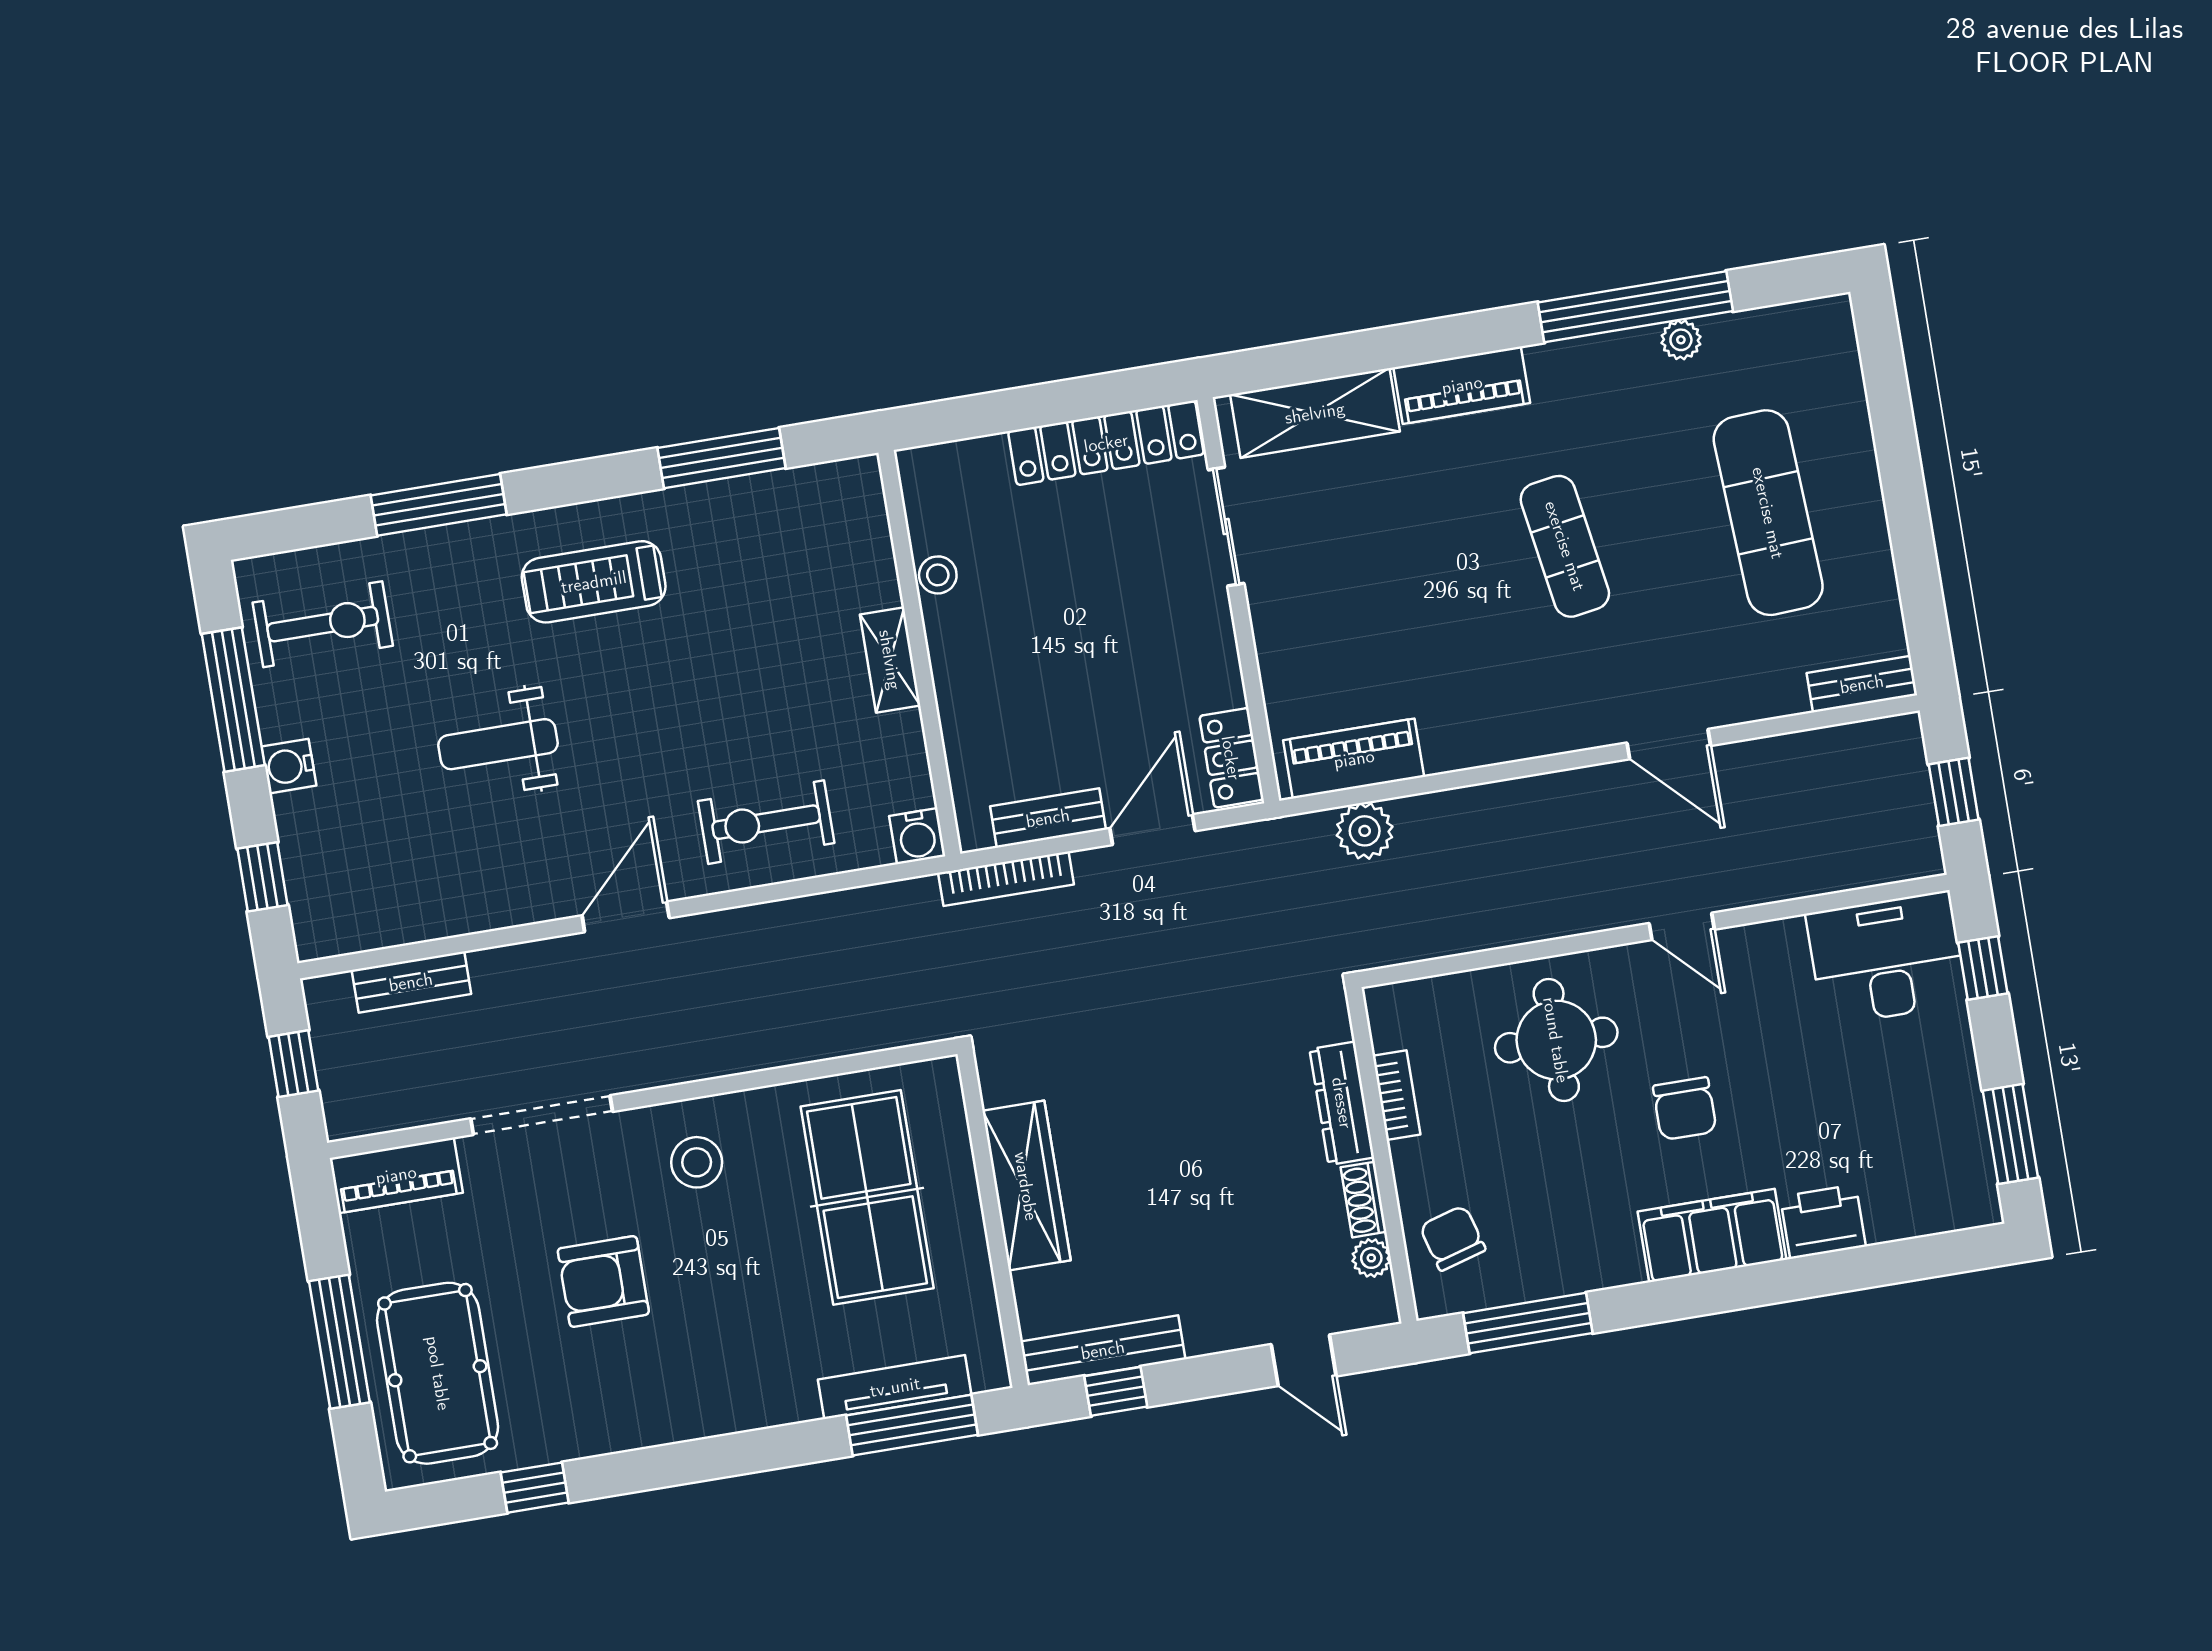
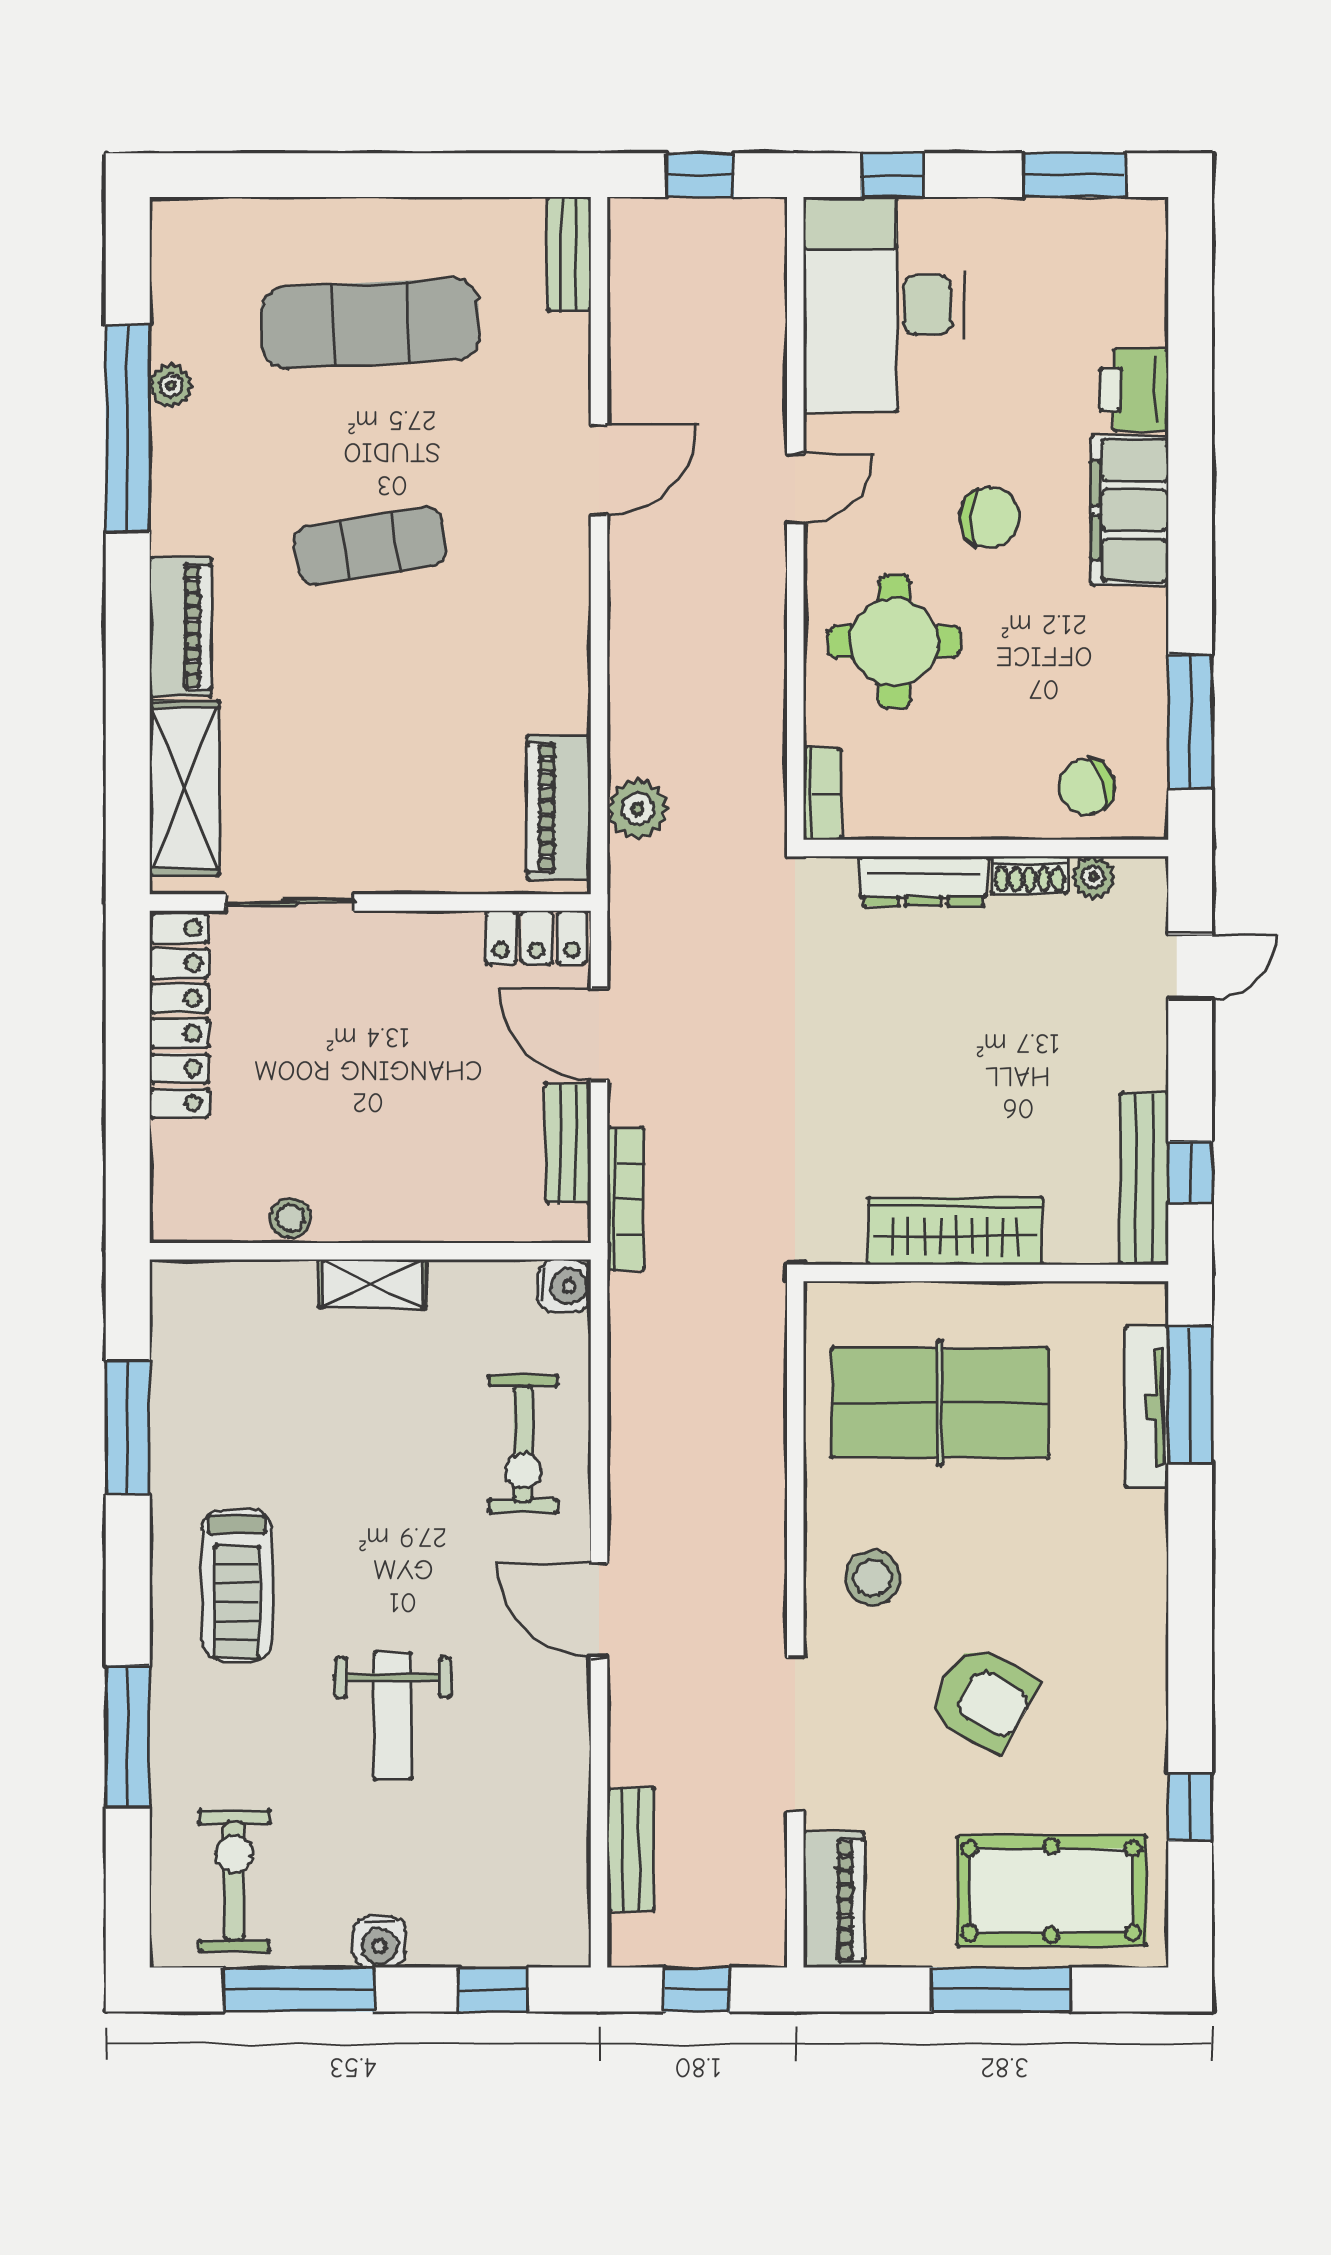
desk: (1887, 958) -> (884, 305), width x1.36, depth x1.30
bookcase: (1397, 1095) -> (822, 794), moved, turned 90
armchair: (603, 1281) -> (983, 1698), turned -61

